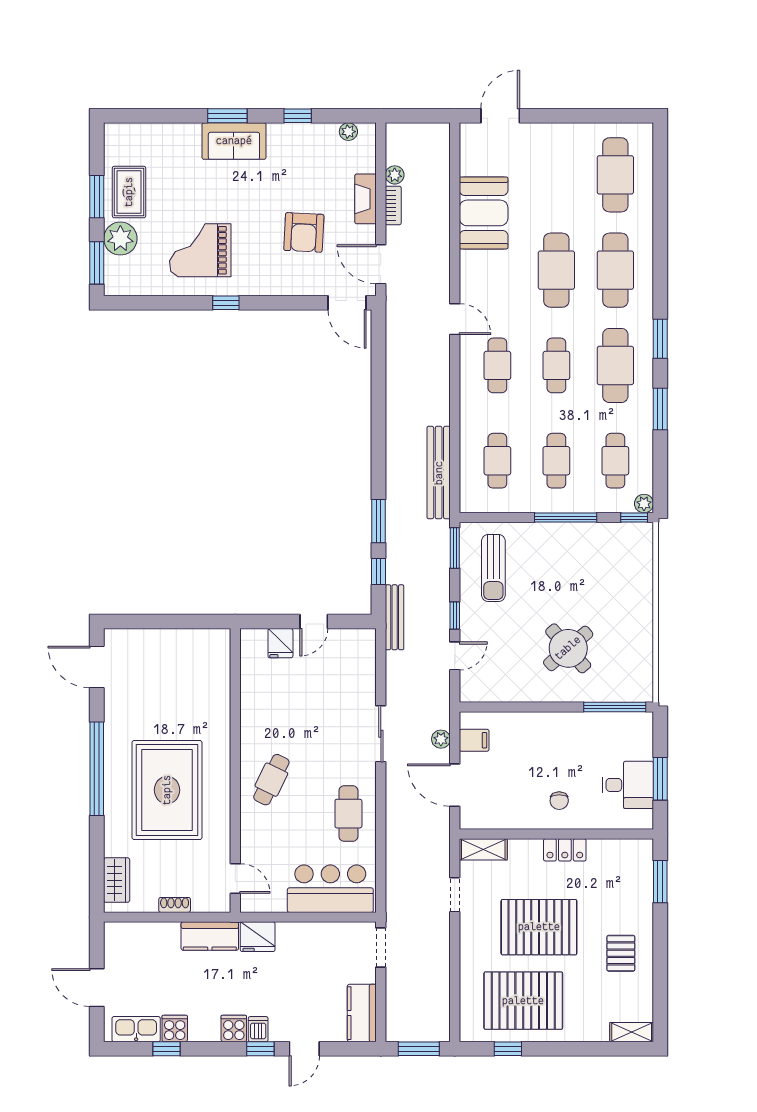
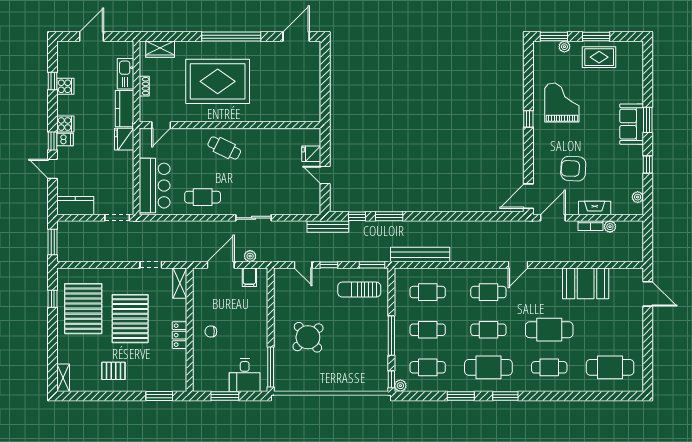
plant: (120, 239) -> (564, 47), width x0.53, depth x0.53
cafe table: (615, 270) -> (549, 367), width x0.73, depth x0.74
desk: (628, 785) -> (245, 375), moved
kitchen sink: (136, 1029) -> (125, 74), moved, turned 180

